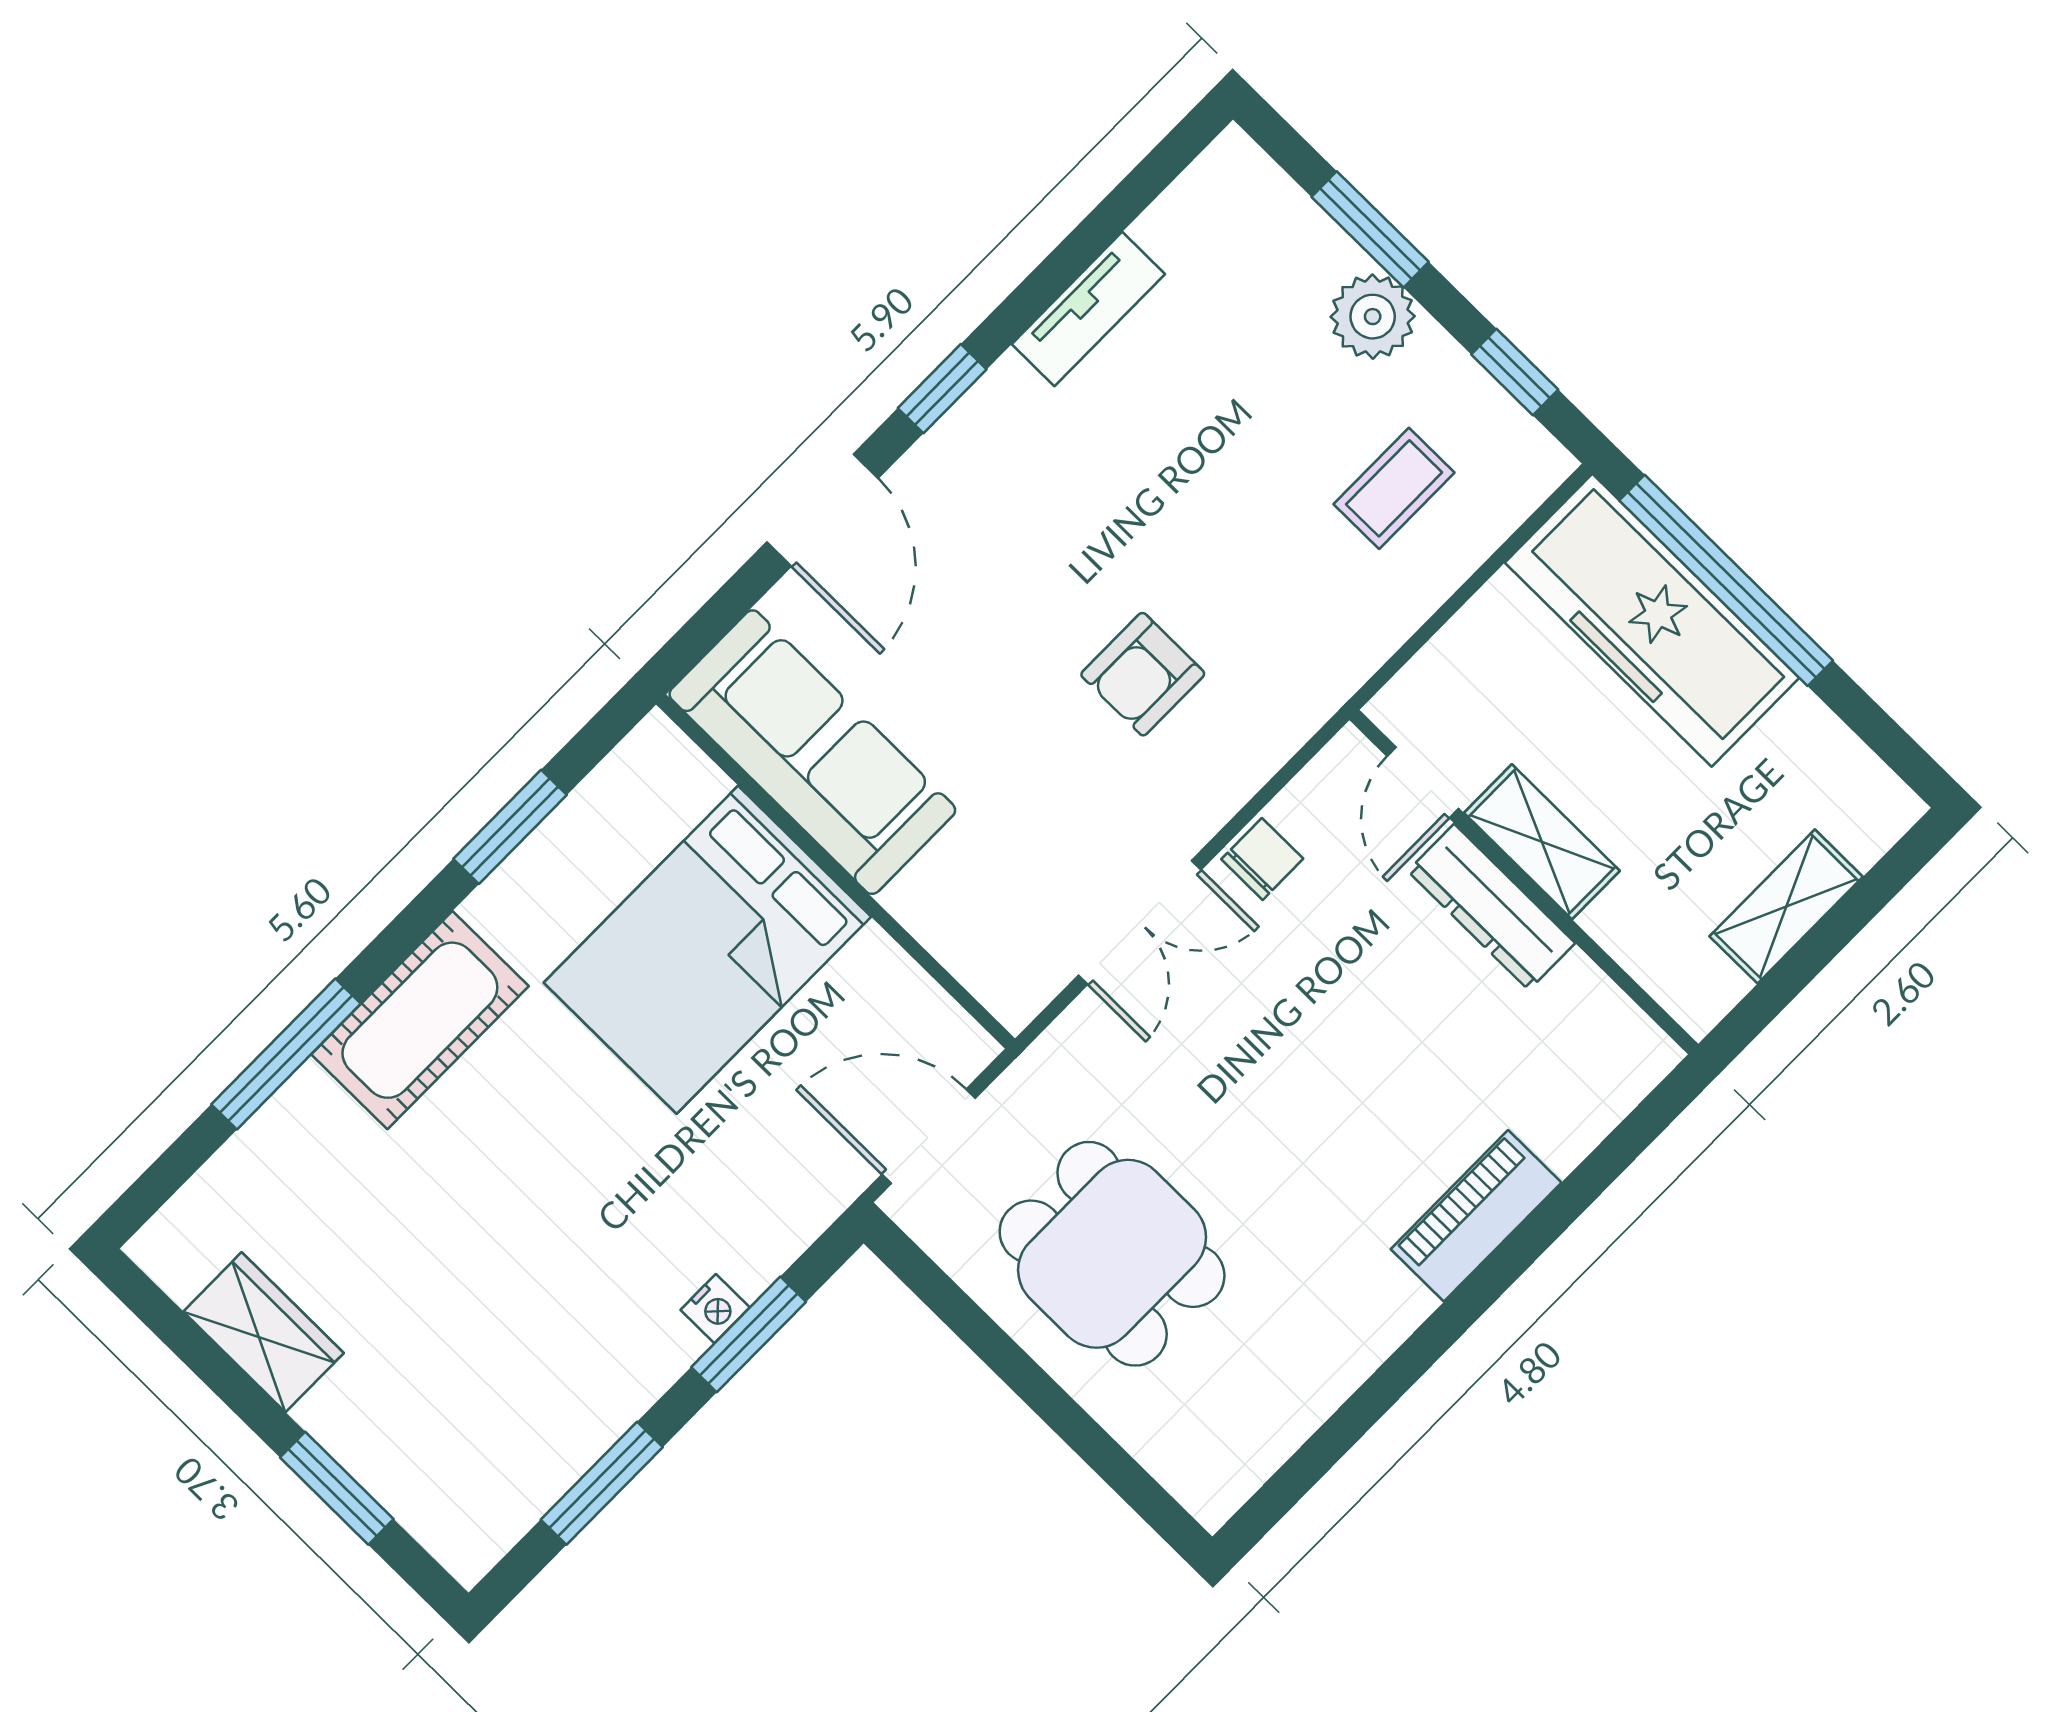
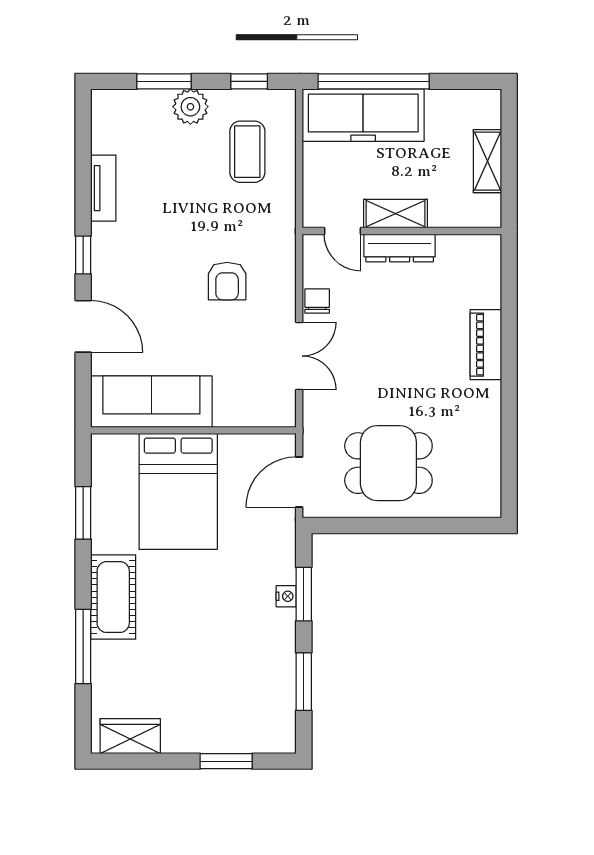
coffee table: (1394, 488) -> (247, 152), width x1.36, depth x1.30
wardrobe: (264, 1332) -> (130, 736), moved

